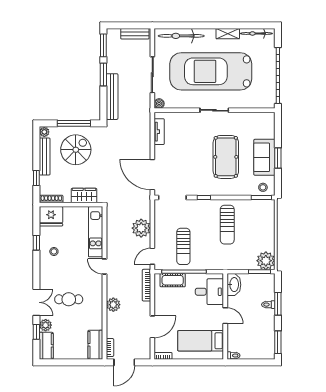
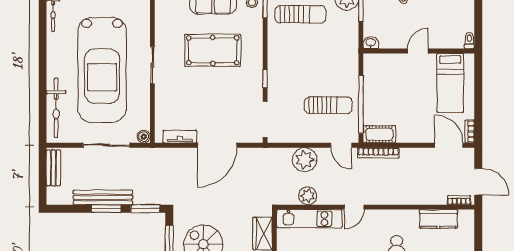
shelving: (228, 34) -> (53, 48), removed
window: (103, 45) -> (145, 209), moved
bench: (112, 97) -> (103, 197), moved
door: (152, 175) -> (217, 145), moved
sun lounger: (227, 225) -> (301, 14), moved
cot: (173, 280) -> (379, 134), moved, turned 90
washbasin: (234, 285) -> (371, 43), width x0.52, depth x0.69
desk: (209, 292) -> (387, 71), removed
plant: (113, 305) -> (308, 196), moved
door: (152, 327) -> (449, 145), moved
kitchen counter: (95, 345) -> (438, 219), moved

